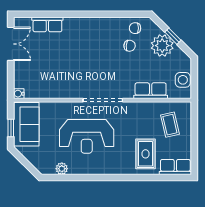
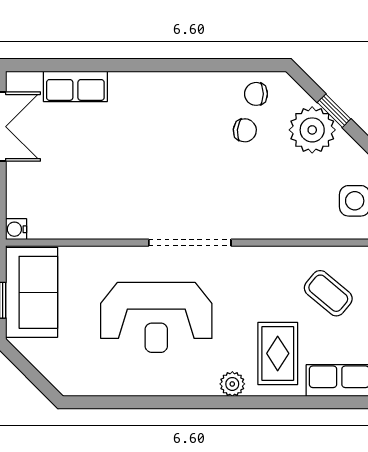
row of seats: (151, 91) -> (288, 223), removed
coffee table: (170, 125) -> (328, 293), turned -37
plant: (62, 169) -> (232, 384), moved

